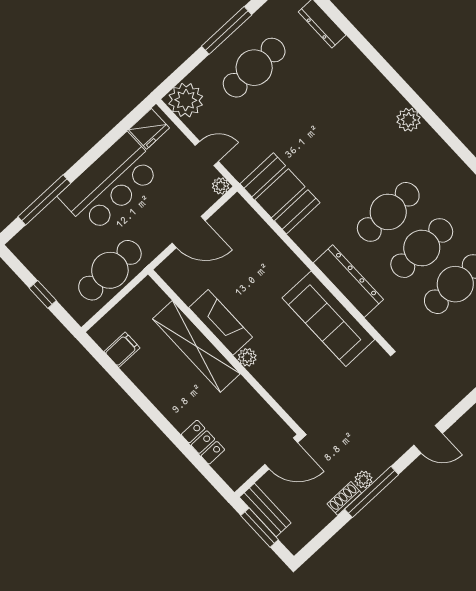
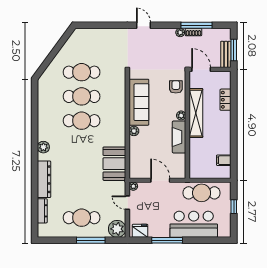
window: (227, 30) -> (91, 240), moved
bar counter: (110, 183) -> (194, 224), moved
window: (44, 200) -> (167, 240), moved
plant: (296, 269) -> (134, 131), added
dresser: (348, 281) -> (44, 179), moved, turned 180
shelving: (196, 346) -> (196, 113), moved
armchair: (295, 393) -> (176, 87), added
window: (372, 492) -> (196, 25), moved

